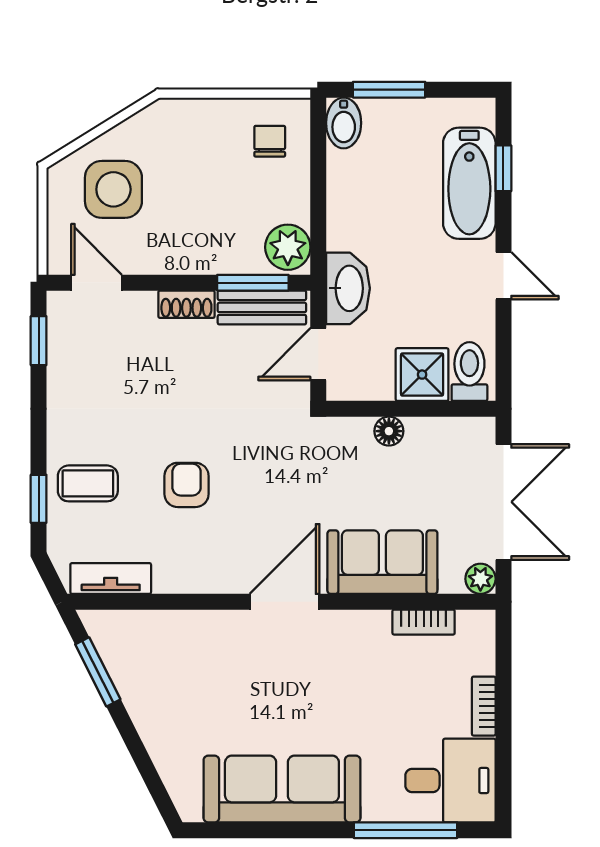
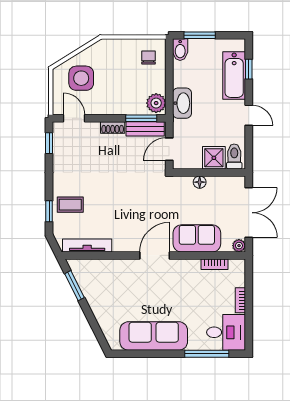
washbasin: (348, 288) -> (182, 103), moved
armchair: (187, 485) -> (113, 205), removed
tv unit: (111, 578) -> (87, 245), width x1.41

